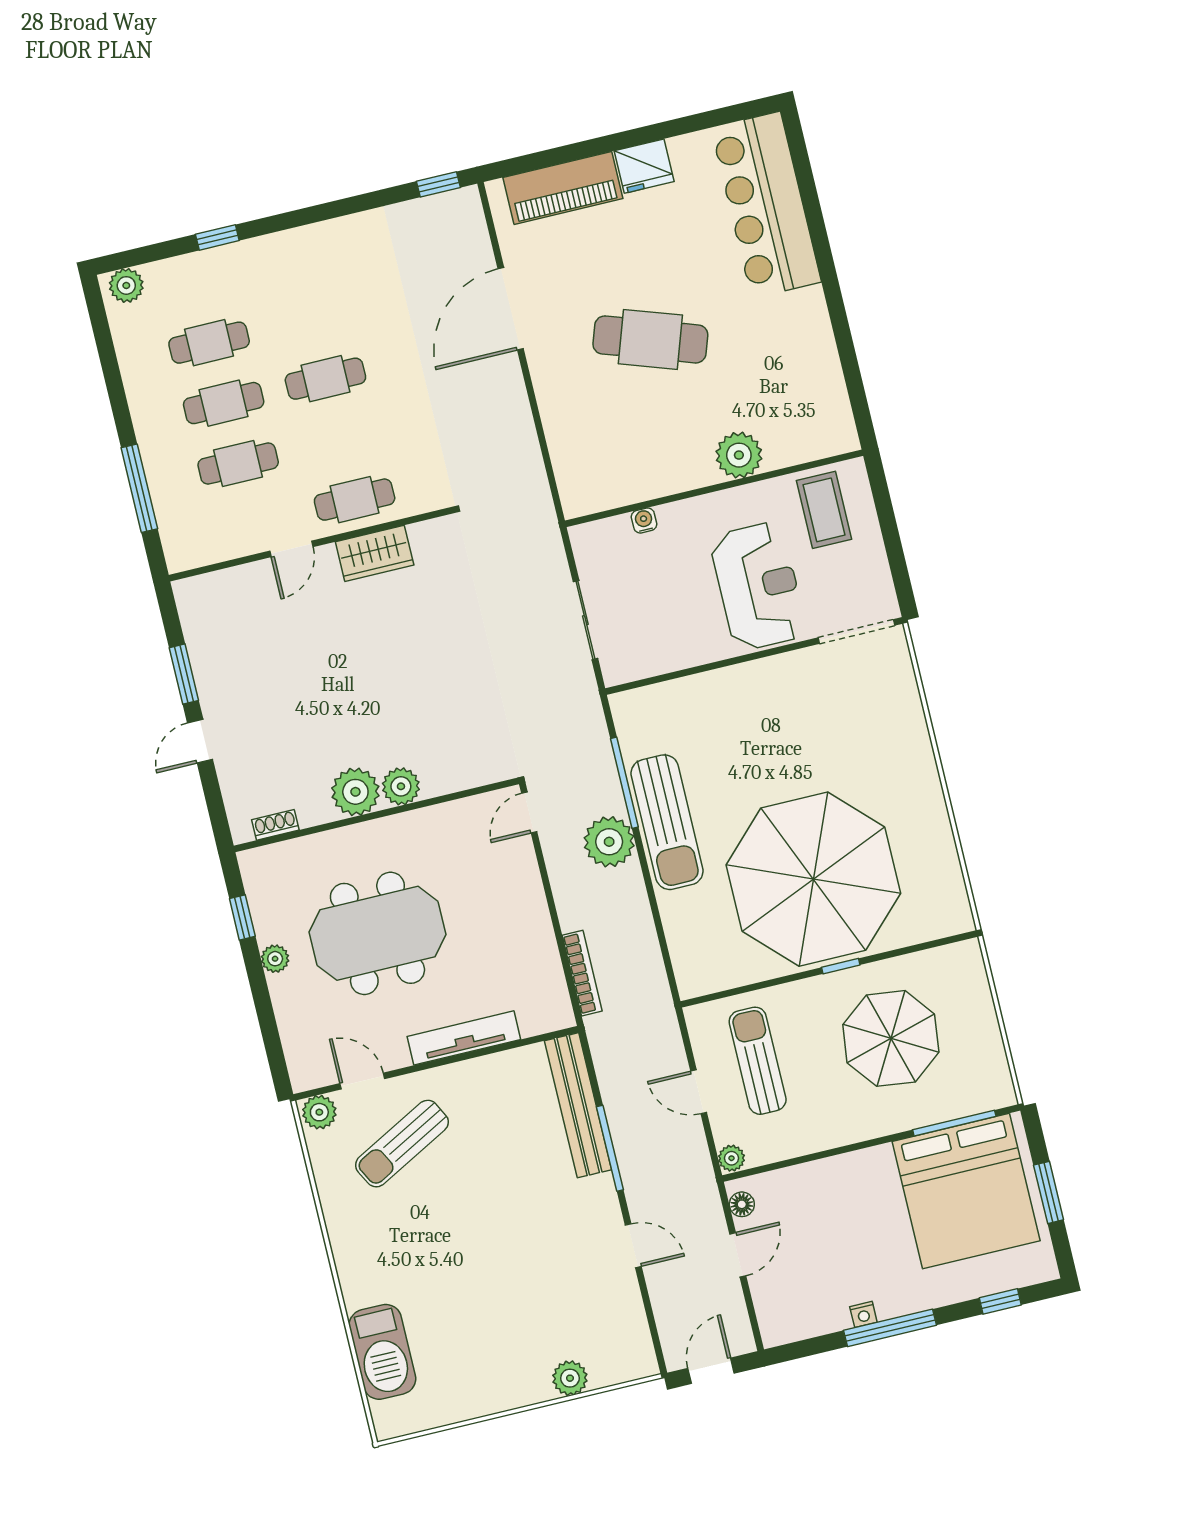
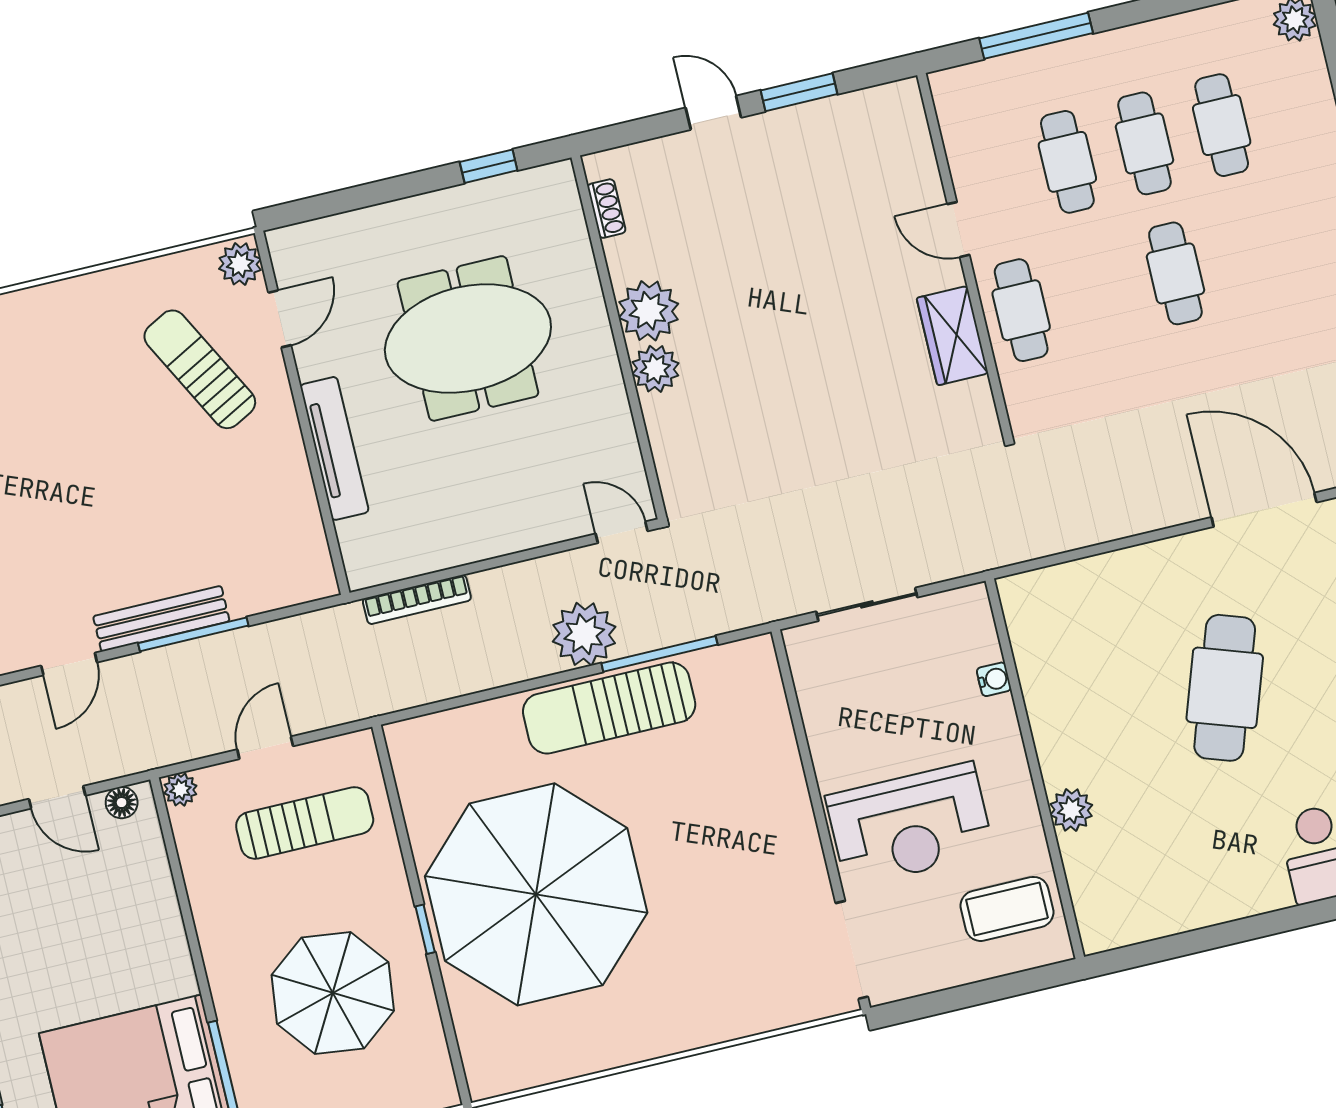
plant: (739, 455) -> (1071, 810), width x0.73, depth x0.73
meeting table: (377, 933) -> (468, 338), turned 90
plant: (275, 959) -> (436, 208), removed
bench: (578, 1105) -> (161, 619), moved, width x0.73, depth x0.82

